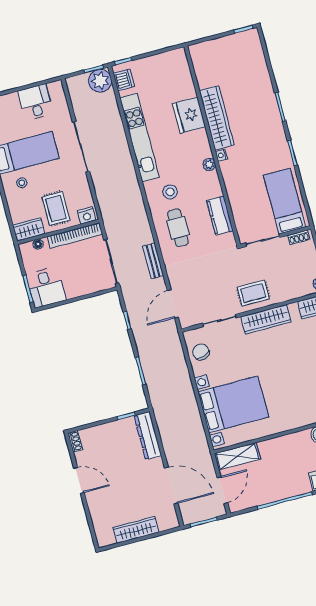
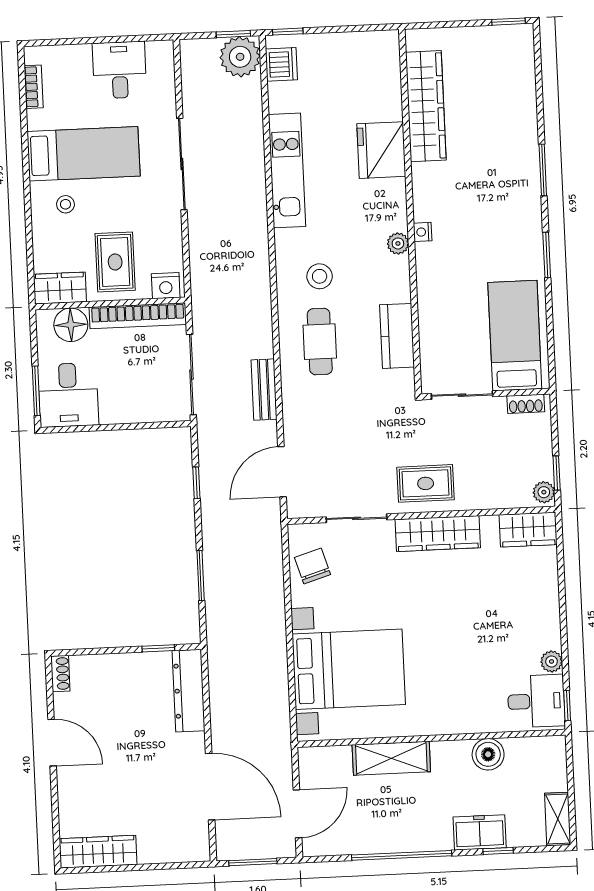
wardrobe: (217, 118) -> (426, 106), moved
kitchen unit: (140, 138) -> (287, 170), width x0.73
floor lamp: (38, 244) -> (71, 325), width x1.89, depth x1.89
shelving: (237, 456) -> (391, 758), moved
wardrobe: (136, 530) -> (98, 852), moved

